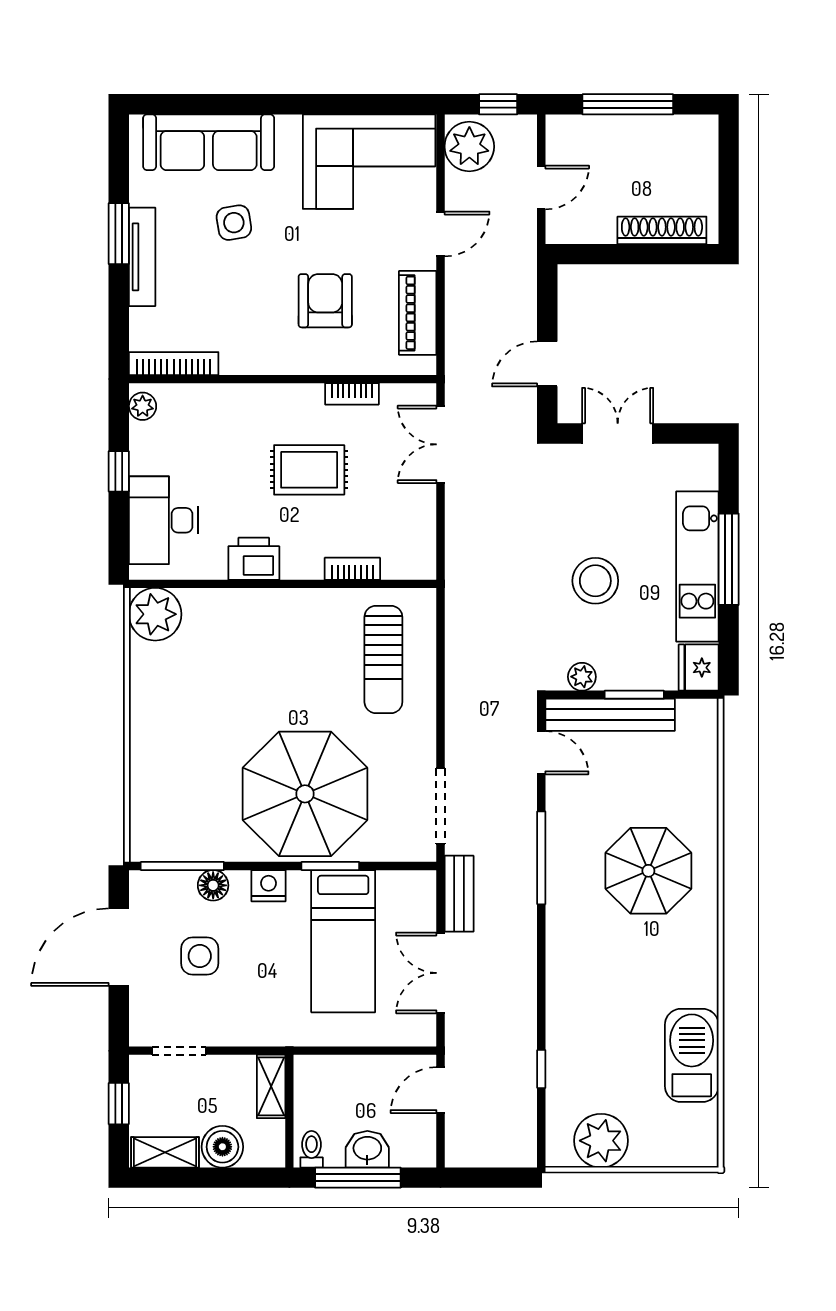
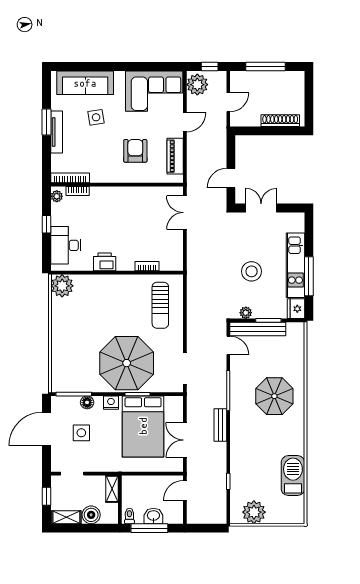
bookcase: (352, 394) -> (78, 191), moved
rug: (309, 470) -> (128, 224), removed
window: (729, 559) -> (309, 276), moved
bench: (459, 894) -> (220, 425), moved
bed: (343, 941) -> (143, 426), width x1.50

